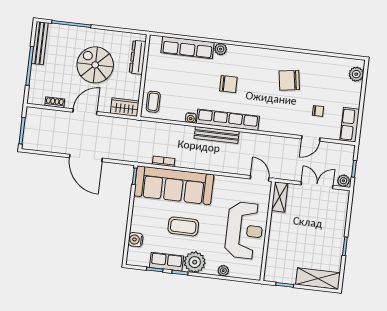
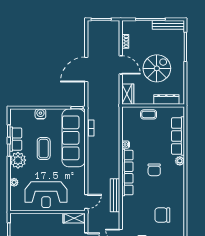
chair: (289, 80) -> (162, 215), turned -81
coffee table: (153, 102) -> (149, 114), moved
bench: (217, 135) -> (115, 195), moved
water cooler: (136, 240) -> (40, 114), moved

